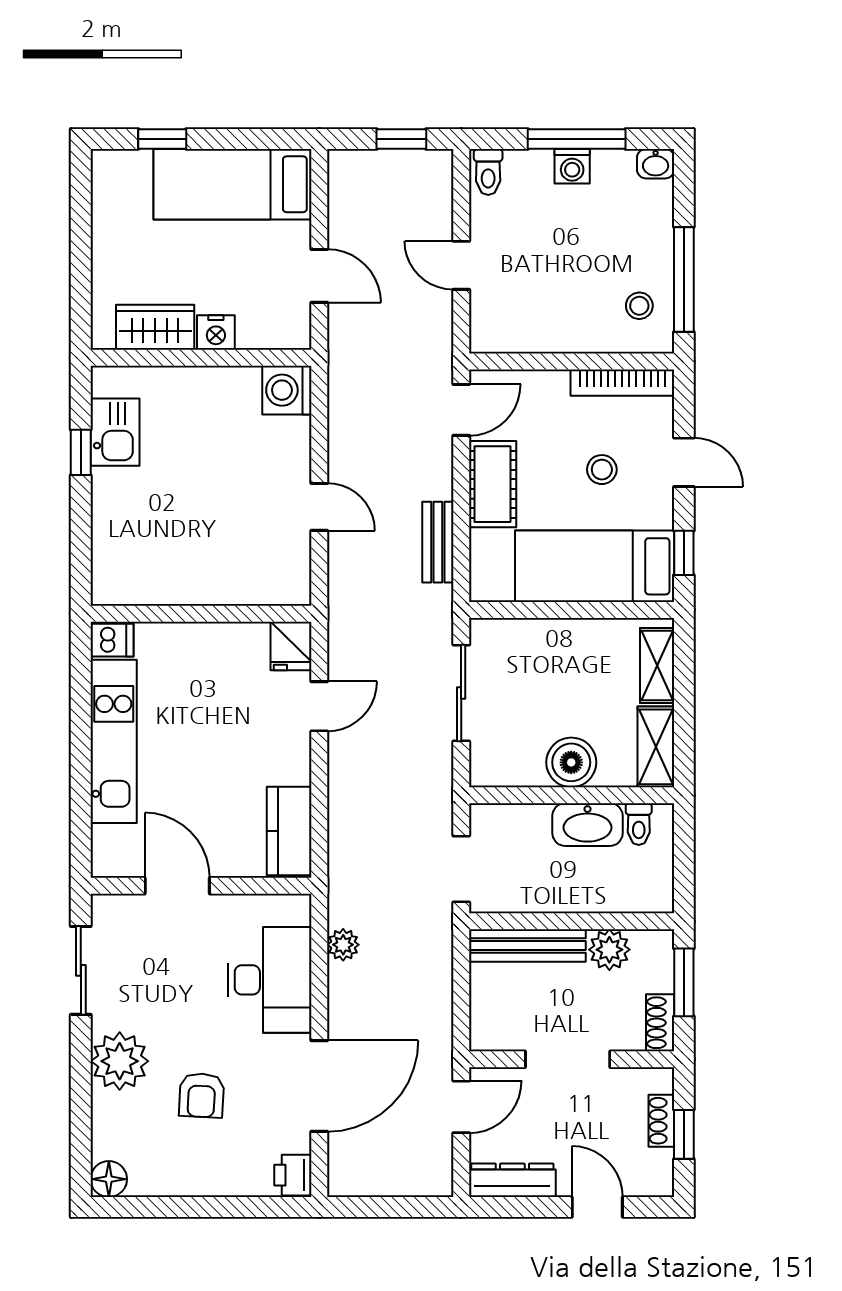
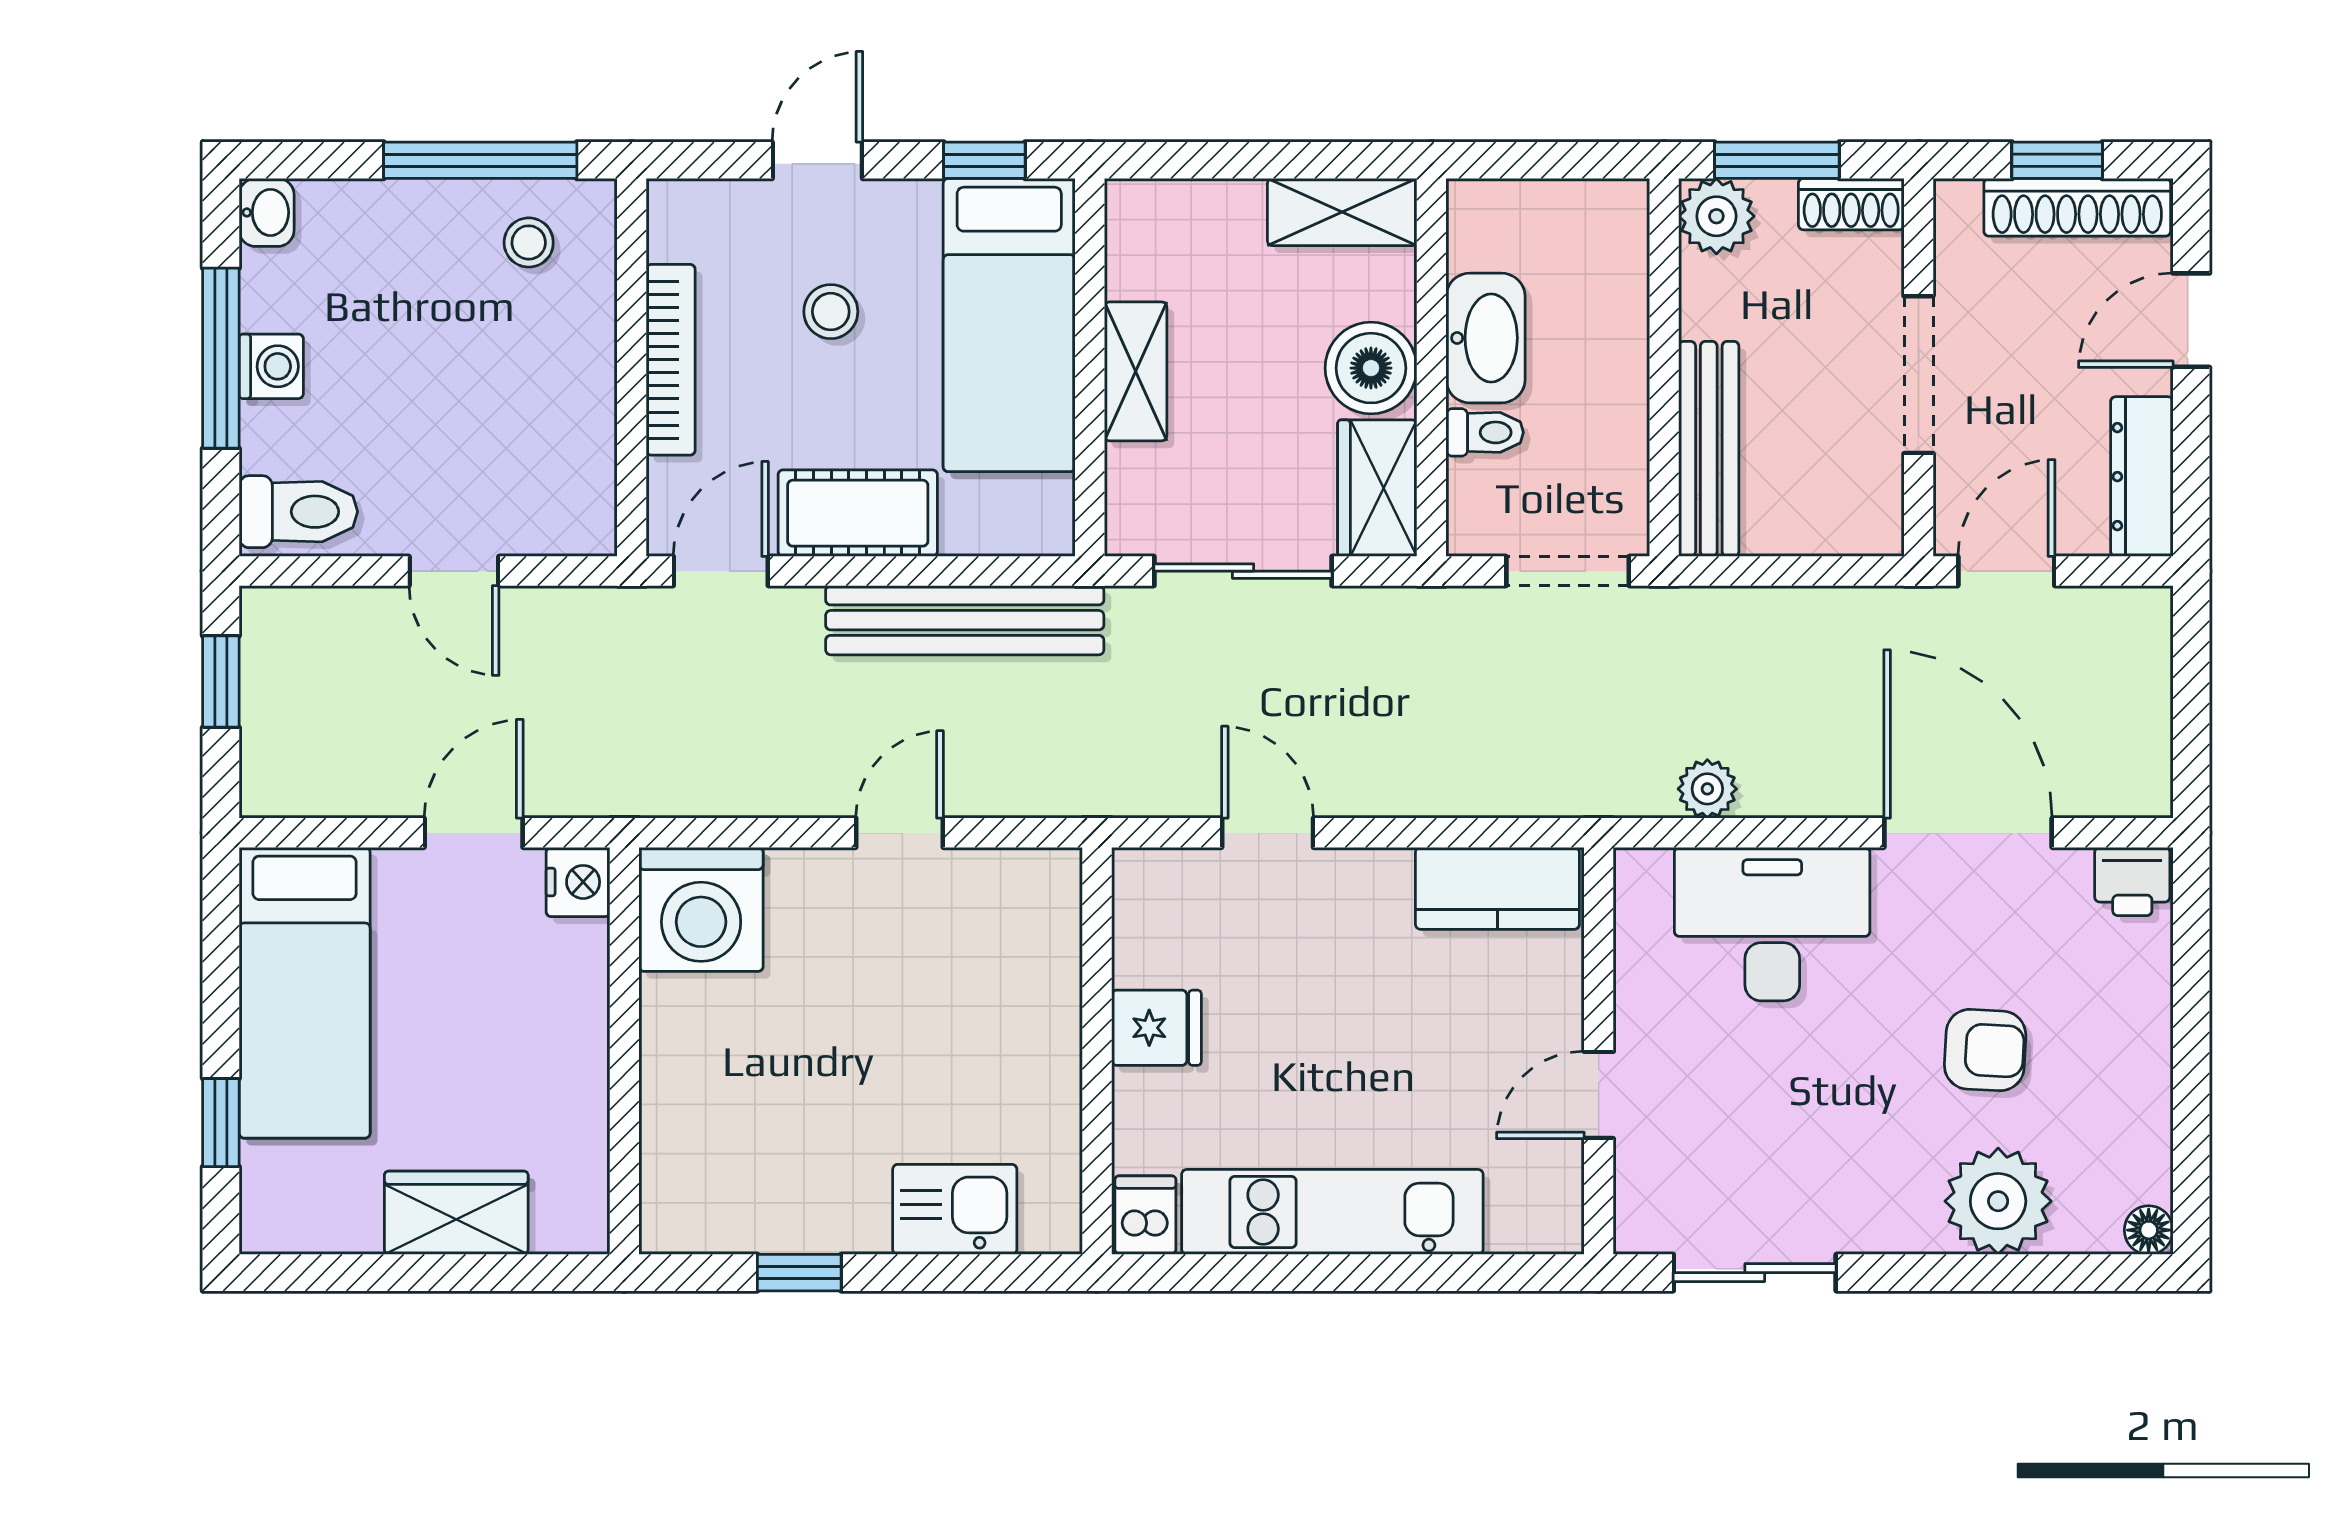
toilet: (488, 172) -> (298, 512), width x1.37, depth x1.39
door: (461, 265) -> (454, 571), hinge flipped
wardrobe: (155, 327) -> (456, 1213), moved, turned 90
nightstand: (216, 333) -> (578, 882), moved
bookcase: (622, 383) -> (671, 360), moved
washing machine: (287, 390) -> (701, 909), width x1.37, depth x1.37
door: (461, 410) -> (721, 571), hinge flipped
kitchen sink: (115, 432) -> (955, 1209), moved
bench: (438, 542) -> (965, 620), width x1.86, depth x1.21
fridge: (291, 646) -> (1156, 1028), moved
shelving: (657, 665) -> (1136, 371), moved, turned 90
wardrobe: (506, 766) -> (1377, 488), added
toilet: (639, 824) -> (1485, 432), moved
door: (177, 886) -> (1599, 1095), width x0.73
plant: (609, 950) -> (1716, 216), moved
plant: (120, 1061) -> (1998, 1201), moved
door: (461, 1107) -> (2006, 571), hinge flipped
shoe rack: (661, 1121) -> (2077, 207), width x1.94, depth x1.24
floor lamp: (109, 1179) -> (2149, 1230), width x0.73, depth x0.73

